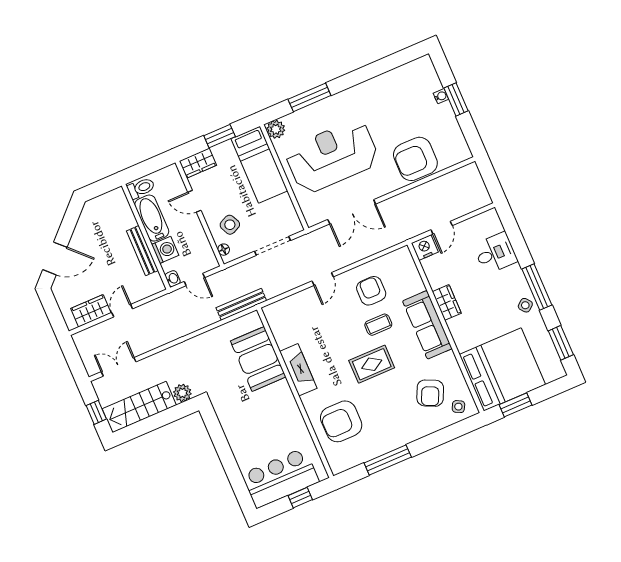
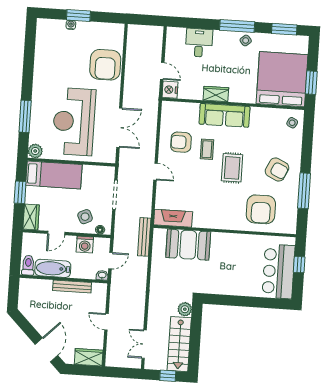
washing machine: (165, 250) -> (85, 244), moved, turned 180
wardrobe: (91, 311) -> (89, 357), moved, turned 90
fireplace: (298, 370) -> (173, 218), moved
armchair: (430, 393) -> (277, 170), moved

